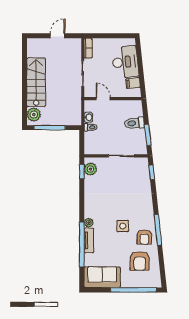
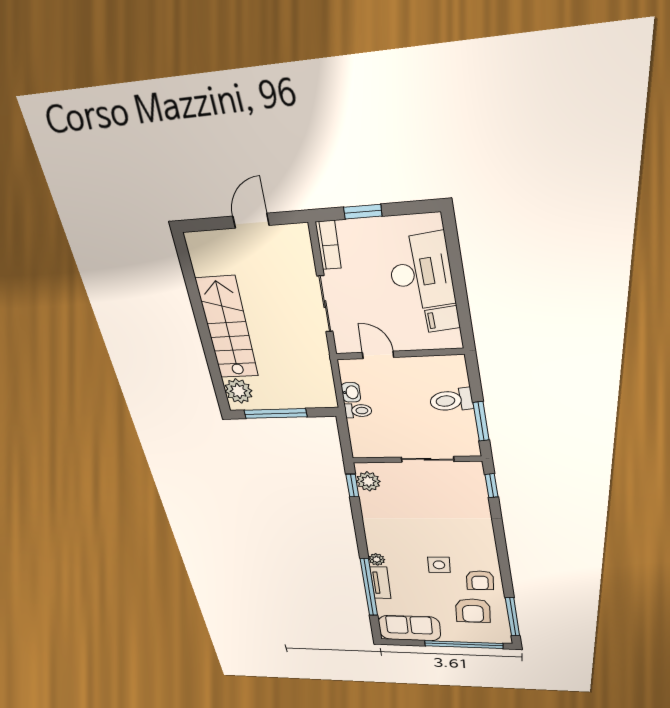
window: (104, 36) -> (363, 212), added
window: (158, 230) -> (513, 617), moved

